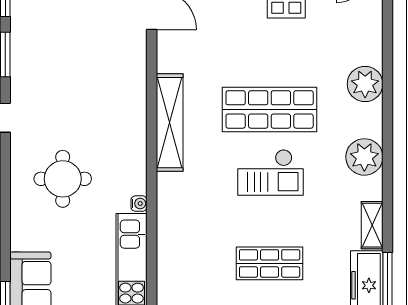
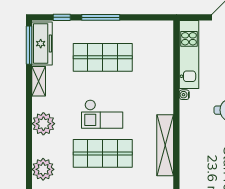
checkout: (271, 172) -> (102, 114), turned 180
shop shelf: (270, 263) -> (103, 57), width x1.43, depth x1.36

